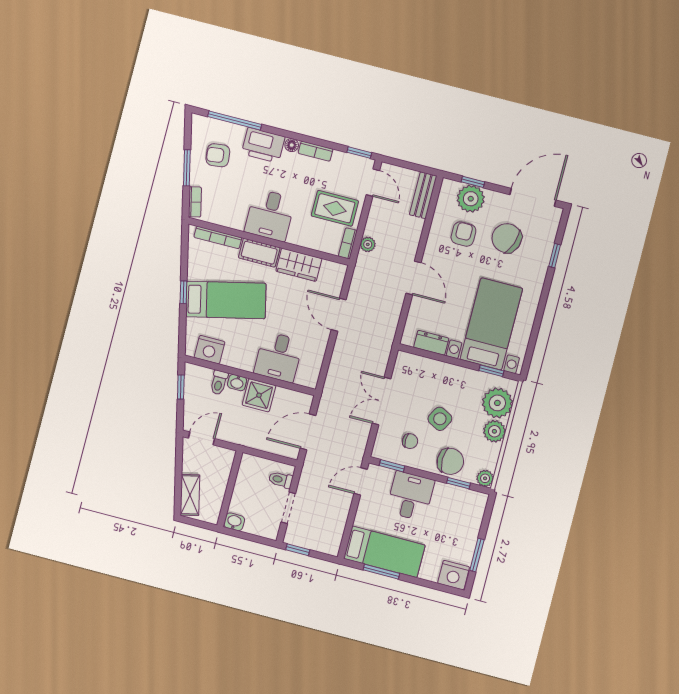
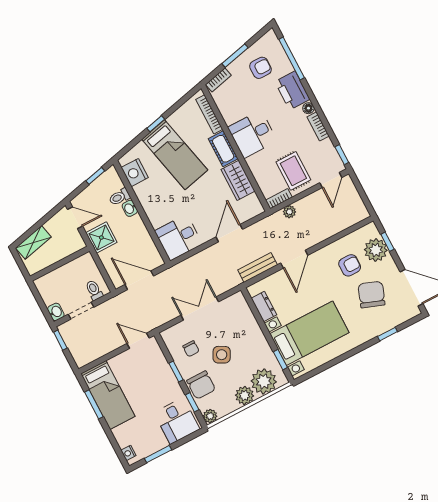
armchair: (218, 155) -> (260, 68), turned 97
bench: (423, 195) -> (258, 267), moved
desk: (279, 357) -> (178, 237), moved
shower: (259, 395) -> (101, 238), moved
window: (392, 466) -> (176, 371), moved
desk: (410, 496) -> (177, 421), moved, turned 90
washbasin: (234, 522) -> (56, 312), moved
nightstand: (454, 575) -> (128, 453), width x0.53, depth x0.56

